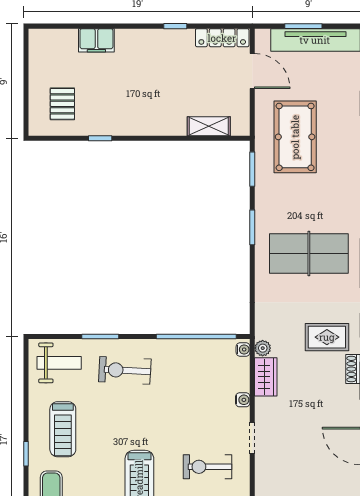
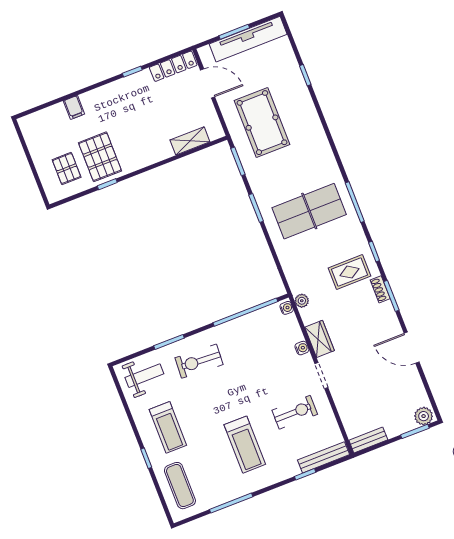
filing cabinet: (96, 40) -> (74, 107), width x0.50
pallet: (104, 105) -> (100, 157), added
wardrobe: (266, 377) -> (320, 339), moved
exercise bike: (208, 467) -> (295, 412), turned 180

